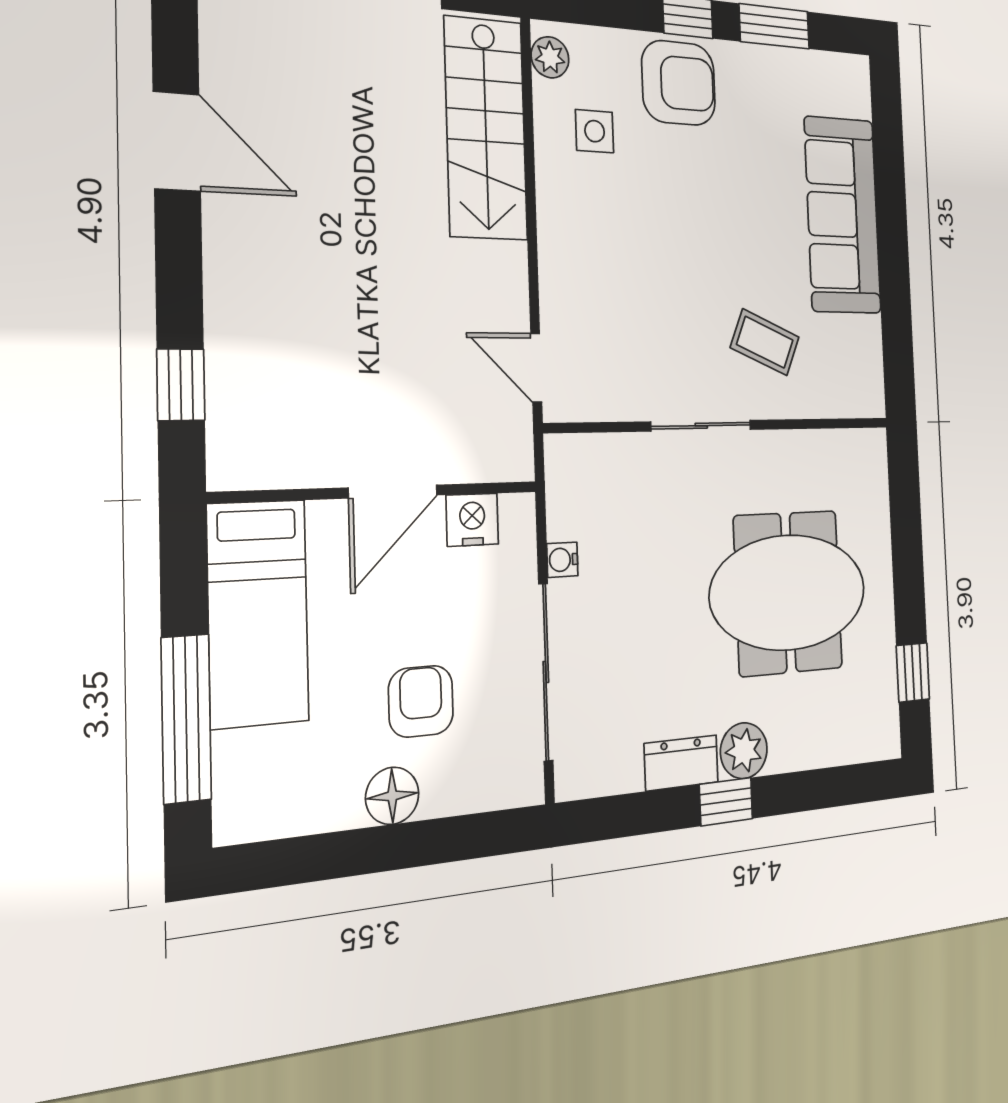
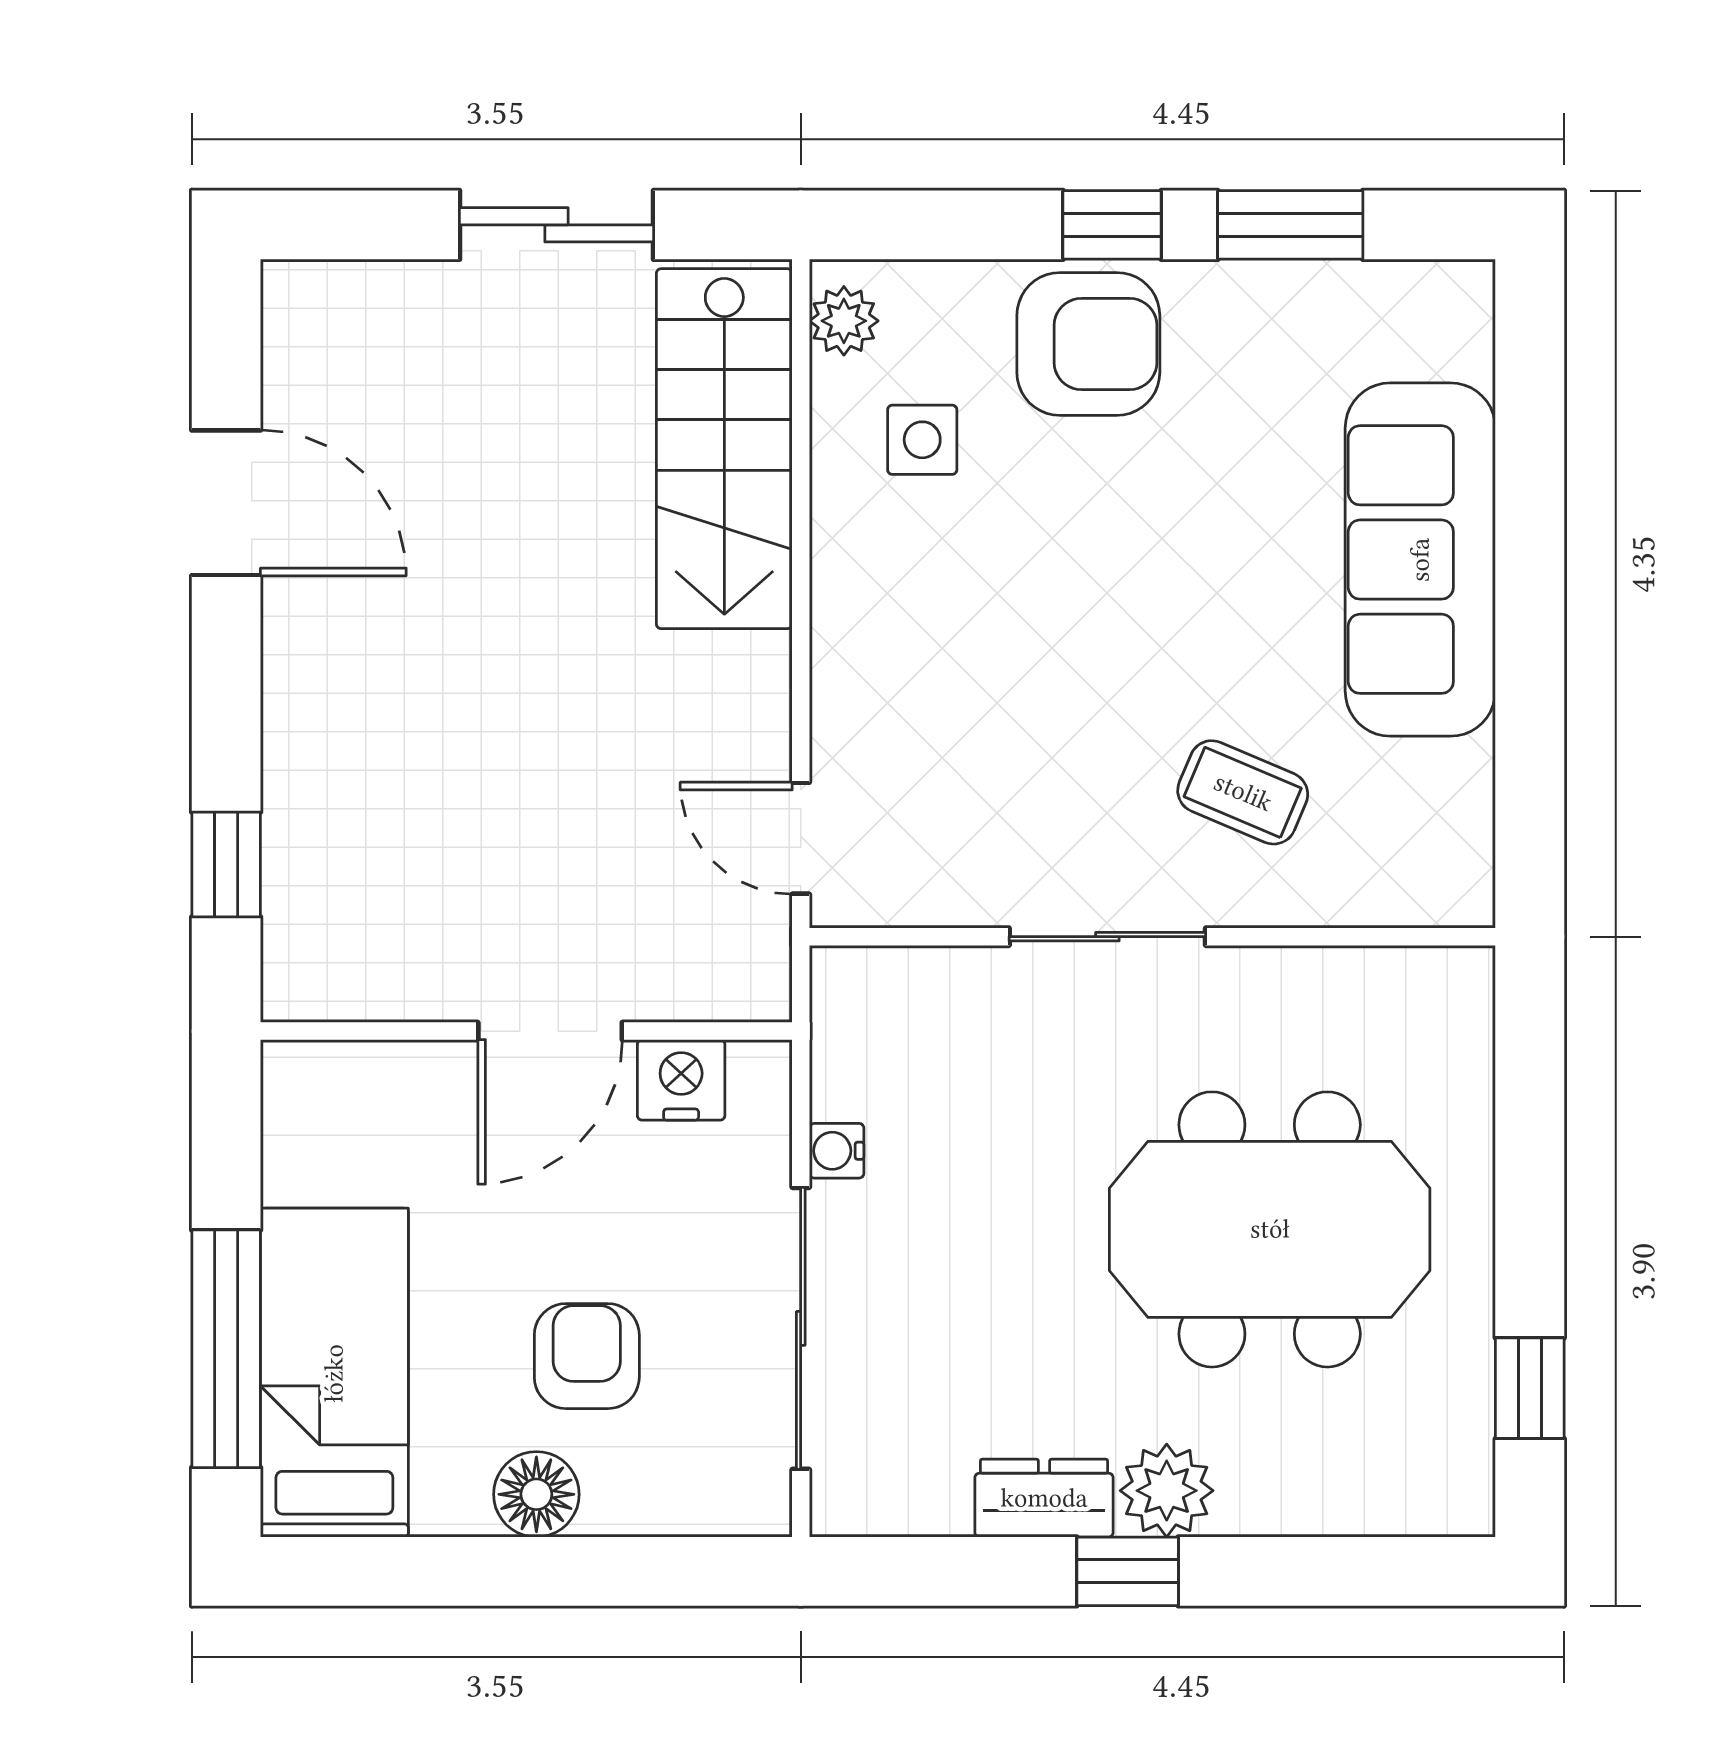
bed: (258, 613) -> (334, 1373), moved, turned 180

